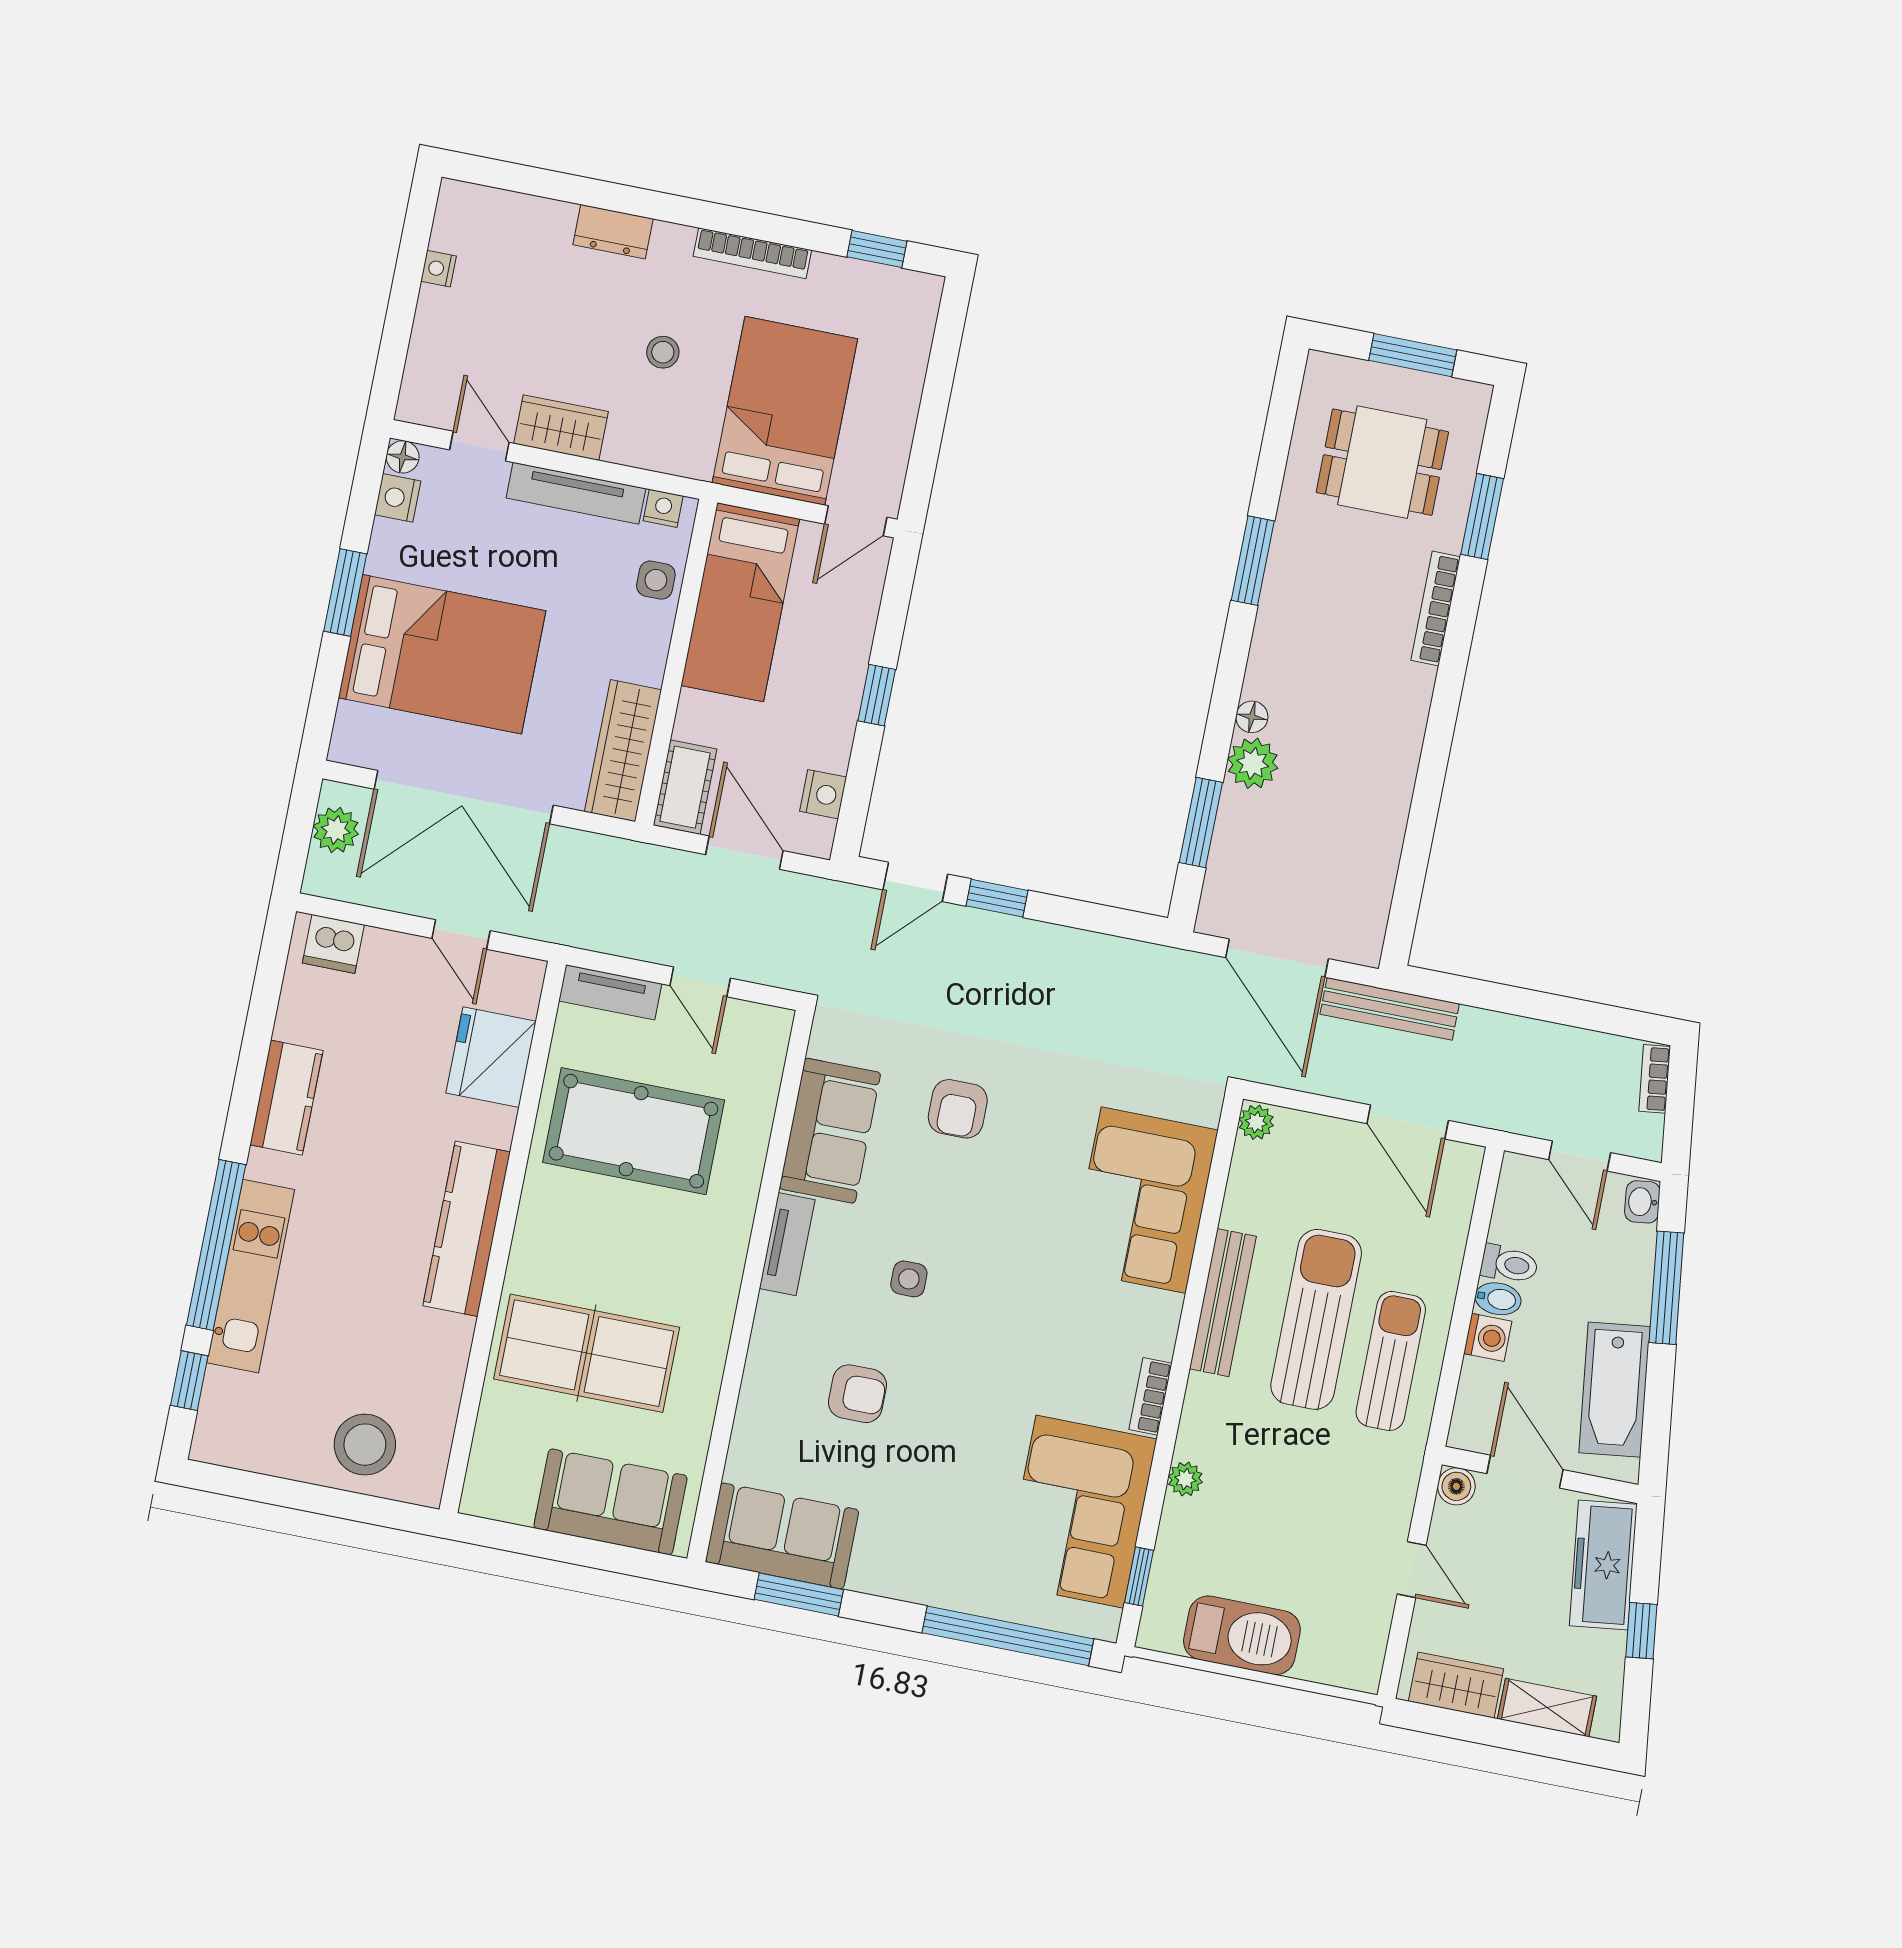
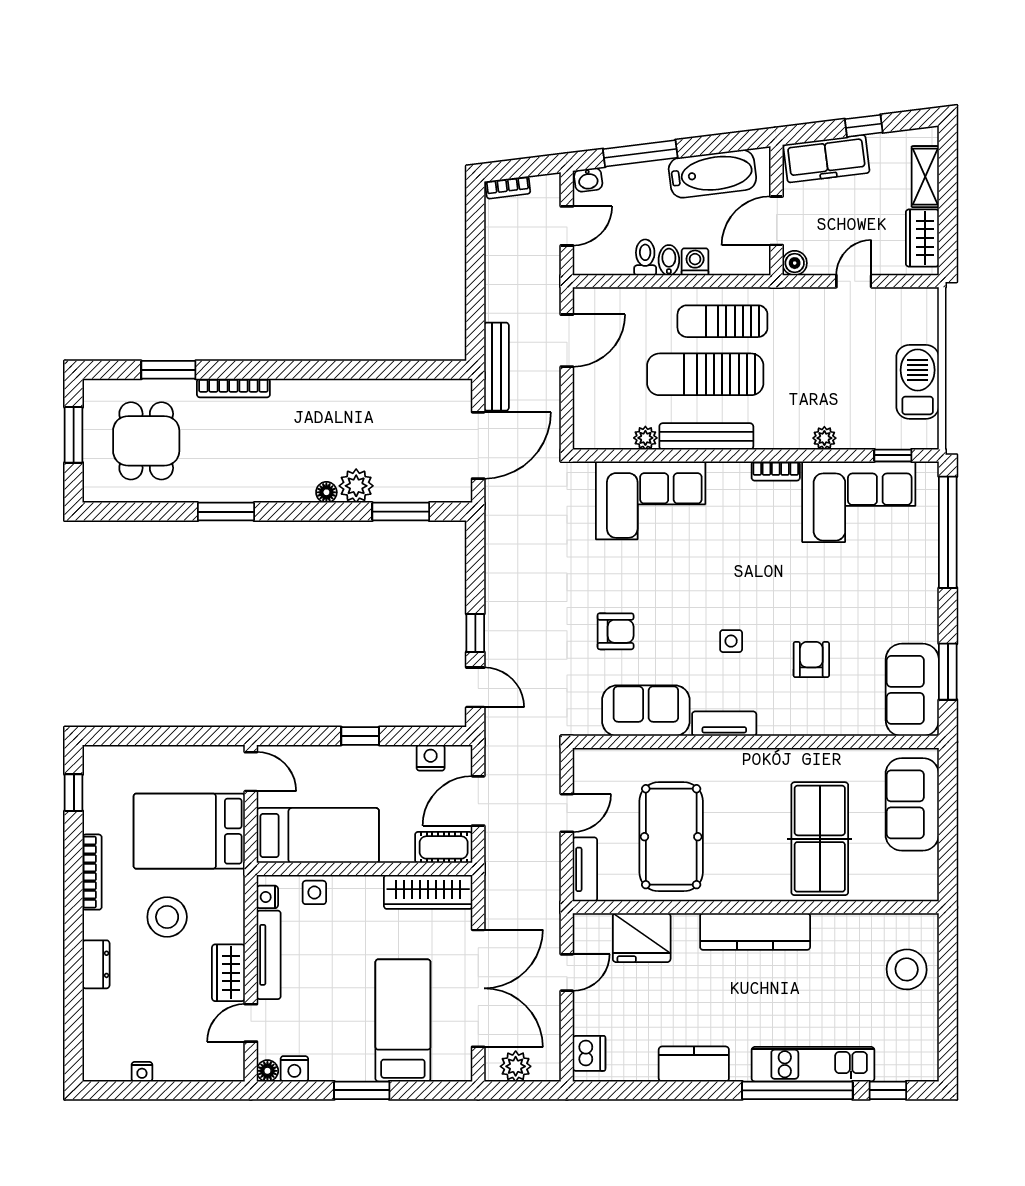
stool: (663, 352) -> (167, 917), width x1.89, depth x1.89
bed: (442, 654) -> (403, 1020), width x0.67
plant: (1256, 1122) -> (645, 438), moved

